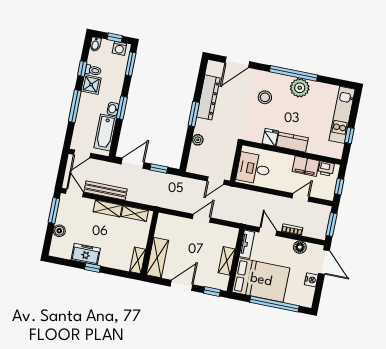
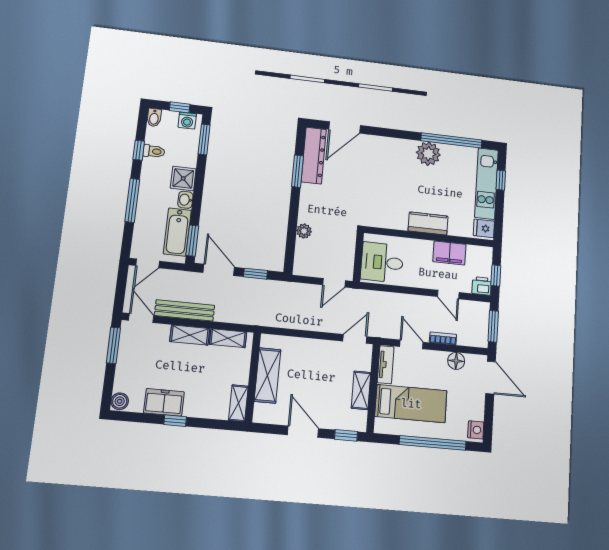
window: (293, 73) -> (451, 140), moved
shower: (91, 84) -> (183, 178), moved
dresser: (208, 97) -> (314, 155), moved
stool: (265, 97) -> (385, 169), removed
window: (122, 108) -> (192, 241), moved
window: (194, 114) -> (298, 171), moved
window: (349, 135) -> (501, 180), moved
fridge: (270, 137) -> (484, 228), moved, turned -90
door: (133, 163) -> (219, 270), hinge flipped
printer: (326, 169) -> (482, 286), moved, turned 180
door: (301, 197) -> (448, 295), swing flipped
door: (201, 218) -> (355, 339), moved
boiler: (59, 231) -> (120, 401), moved
shelving: (157, 258) -> (268, 375), moved
bed: (261, 280) -> (411, 404), width x0.67
nightstand: (311, 280) -> (476, 430), moved
door: (182, 285) -> (303, 432), hinge flipped

